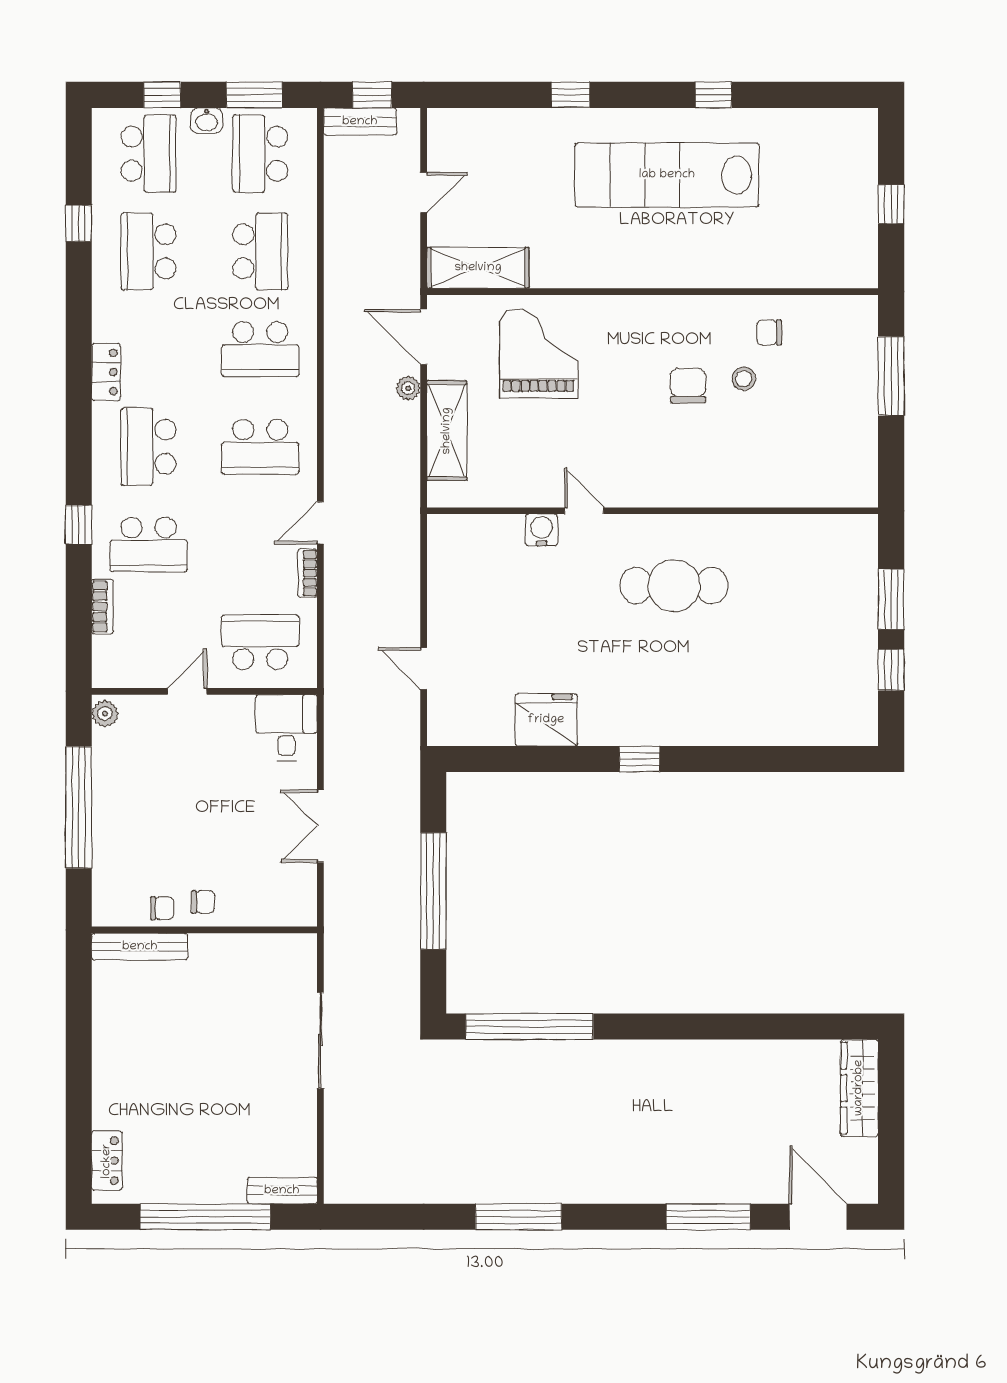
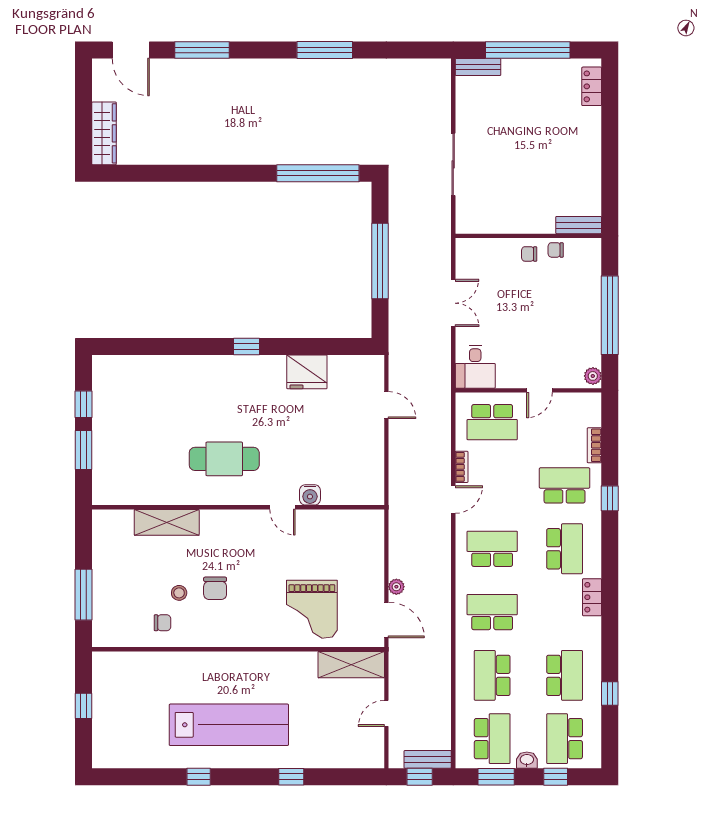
shelving: (447, 431) -> (167, 522), moved, turned 90
bench: (140, 947) -> (579, 225), width x0.73

